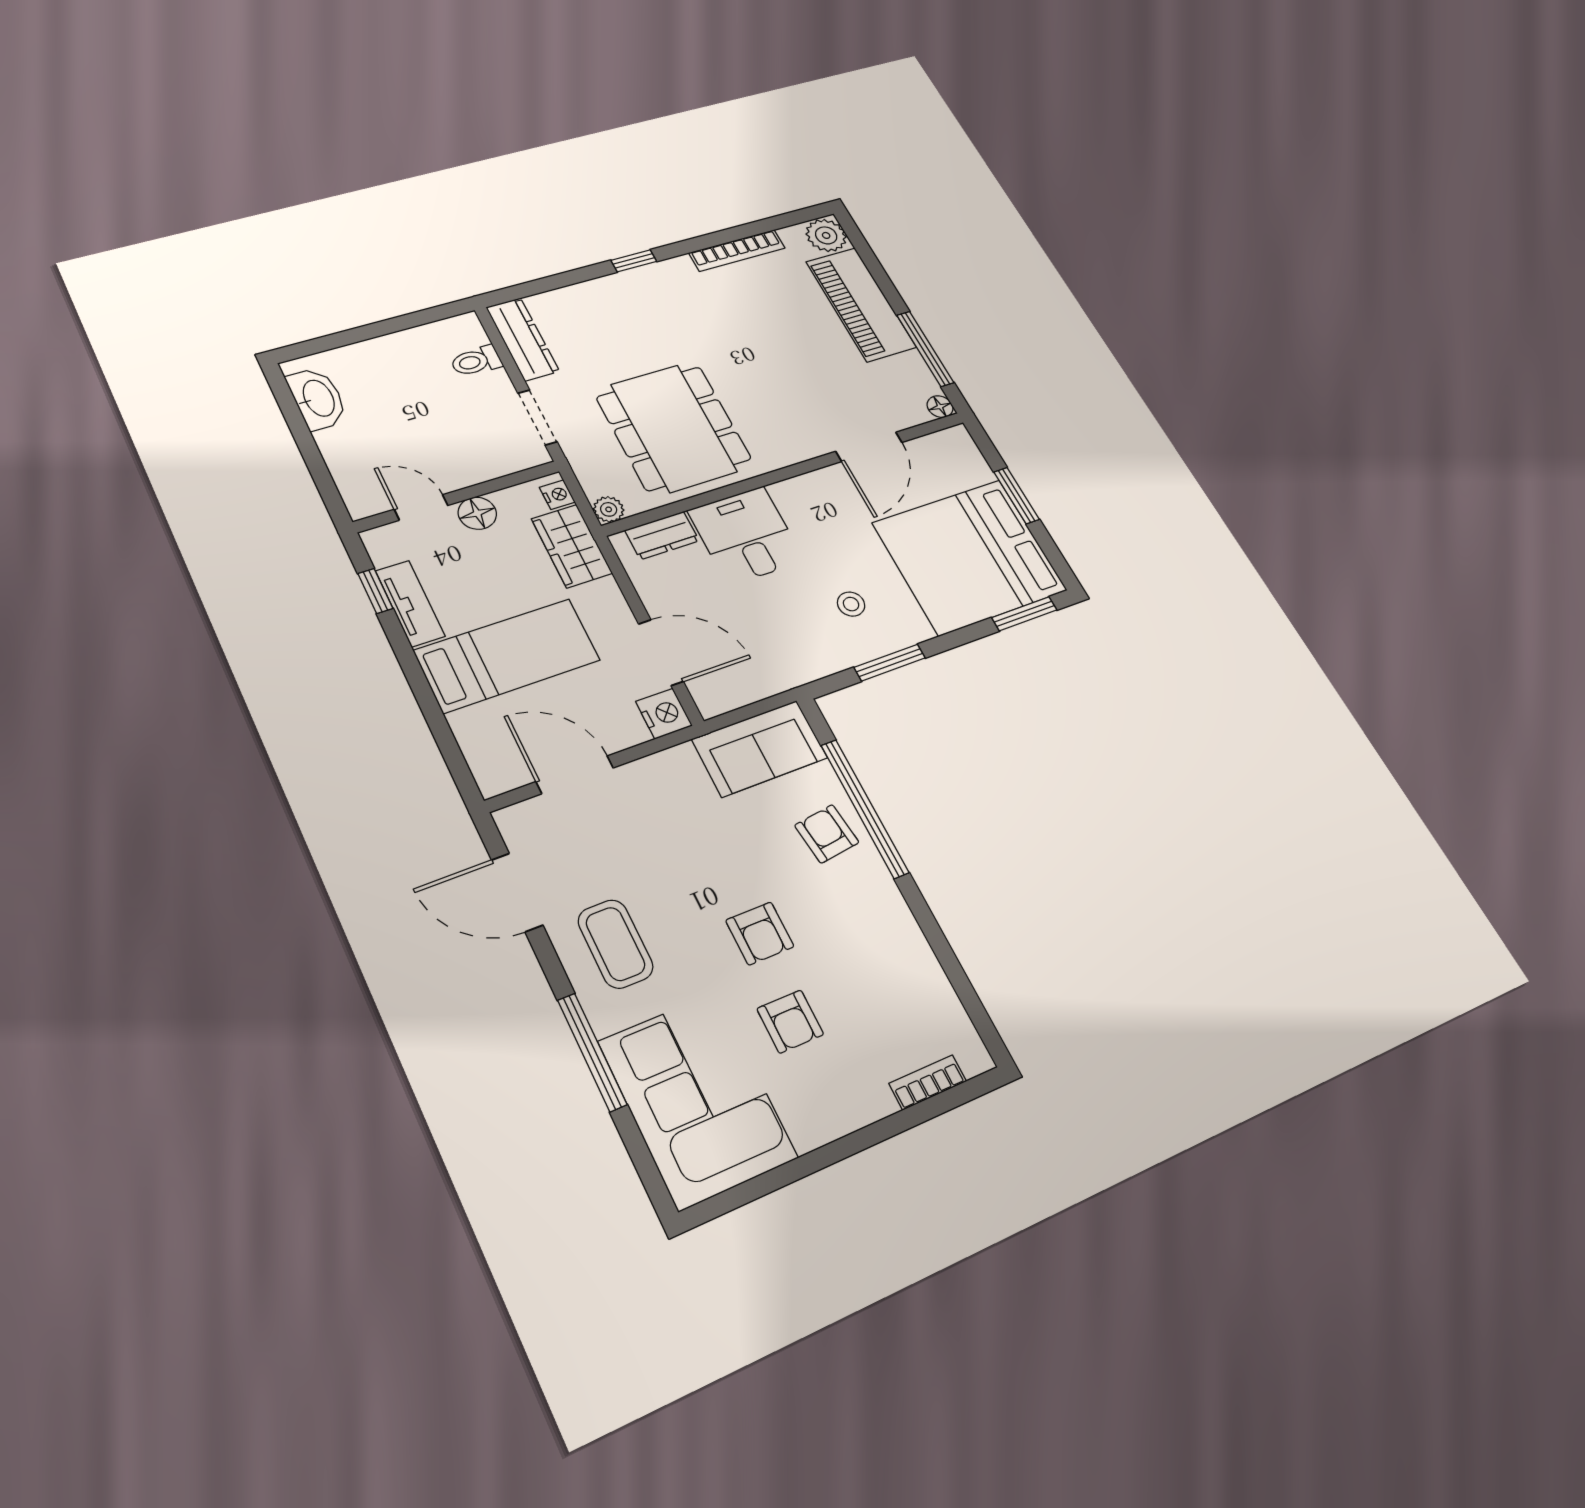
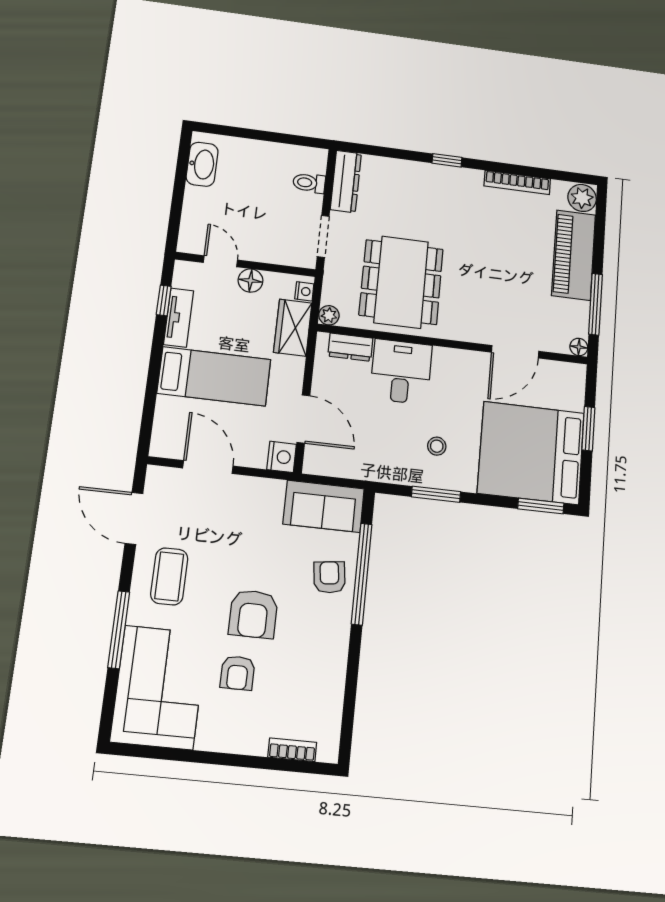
armchair: (760, 933) -> (253, 614), width x1.38, depth x1.38

